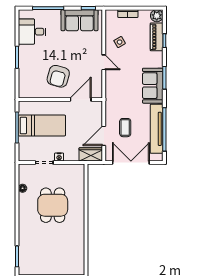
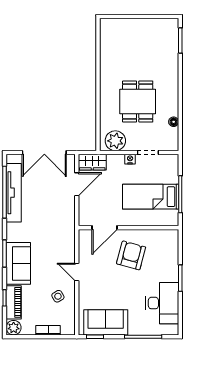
desk: (32, 32) -> (162, 303), width x1.37
sofa: (153, 86) -> (18, 263), moved
coffee table: (125, 128) -> (51, 194), removed
plant: (71, 172) -> (115, 141), added

